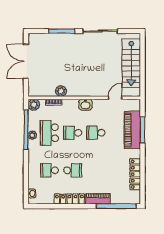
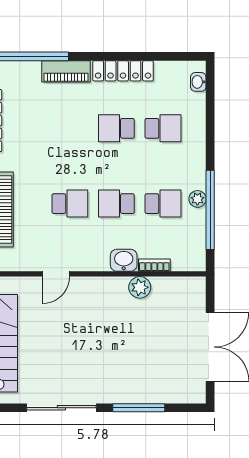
door: (115, 98) -> (56, 274), moved
plant: (34, 105) -> (195, 260), removed
washbasin: (85, 105) -> (124, 260), moved
school desk: (49, 133) -> (163, 204), width x0.54
school desk: (73, 133) -> (116, 204), turned 180

